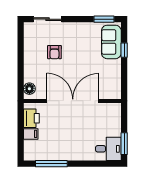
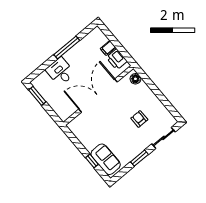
window: (104, 19) -> (139, 158), moved
double door: (73, 101) -> (98, 96), swing flipped
desk: (108, 149) -> (60, 72), moved, turned 90
window: (51, 164) -> (67, 48), moved

